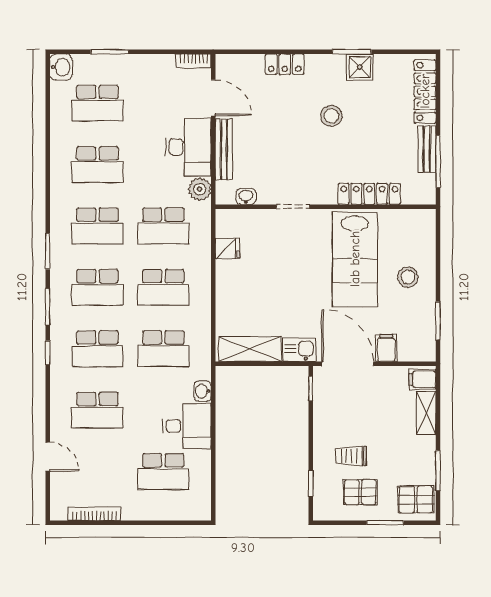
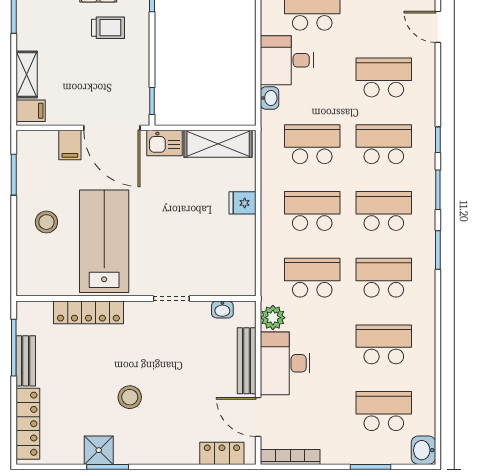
bookcase: (194, 61) -> (290, 457), width x1.56
locker: (285, 64) -> (222, 453), moved
fridge: (228, 249) -> (242, 203), moved

